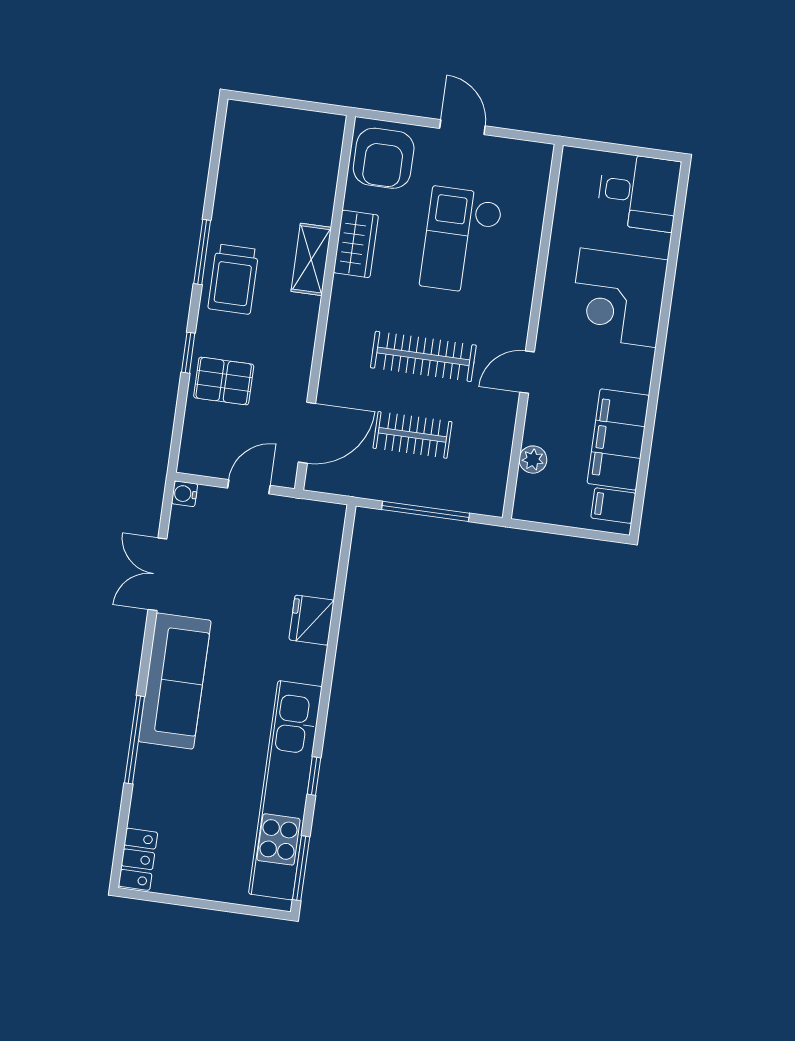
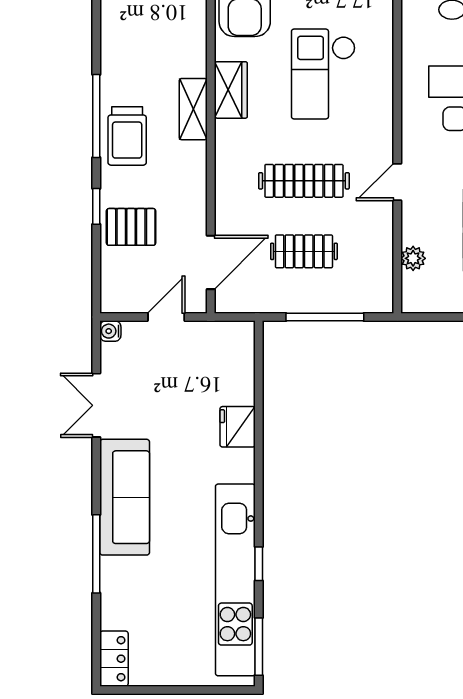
window: (202, 252) -> (96, 116), width x1.44

